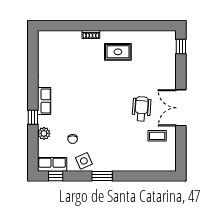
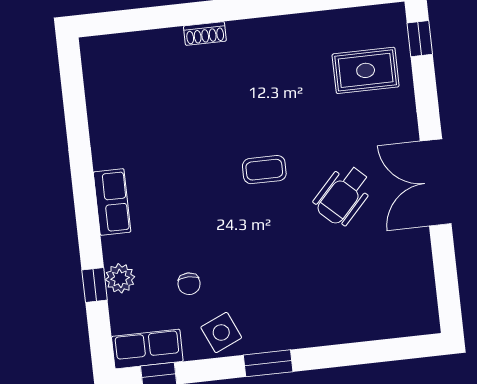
rug: (118, 52) -> (366, 70), moved
wheelchair: (141, 109) -> (343, 195), turned -141
window: (33, 117) -> (95, 285), moved
coffee table: (157, 136) -> (264, 170), moved

